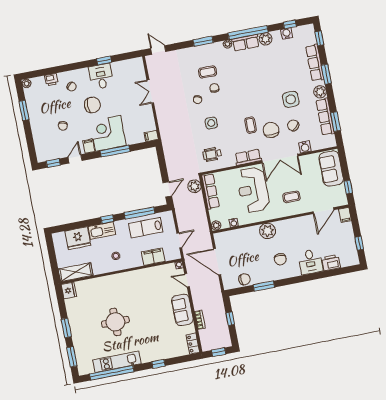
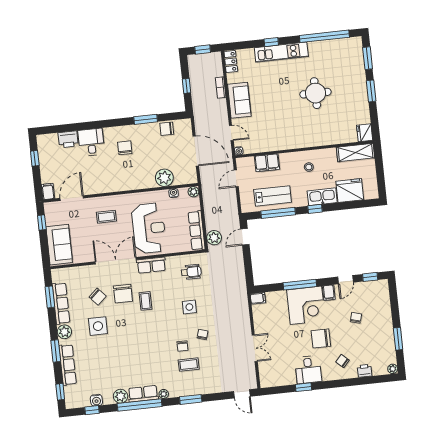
water cooler: (305, 147) -> (87, 271), removed
plant: (267, 231) -> (164, 178), moved
kitchen unit: (117, 362) -> (281, 52), moved

